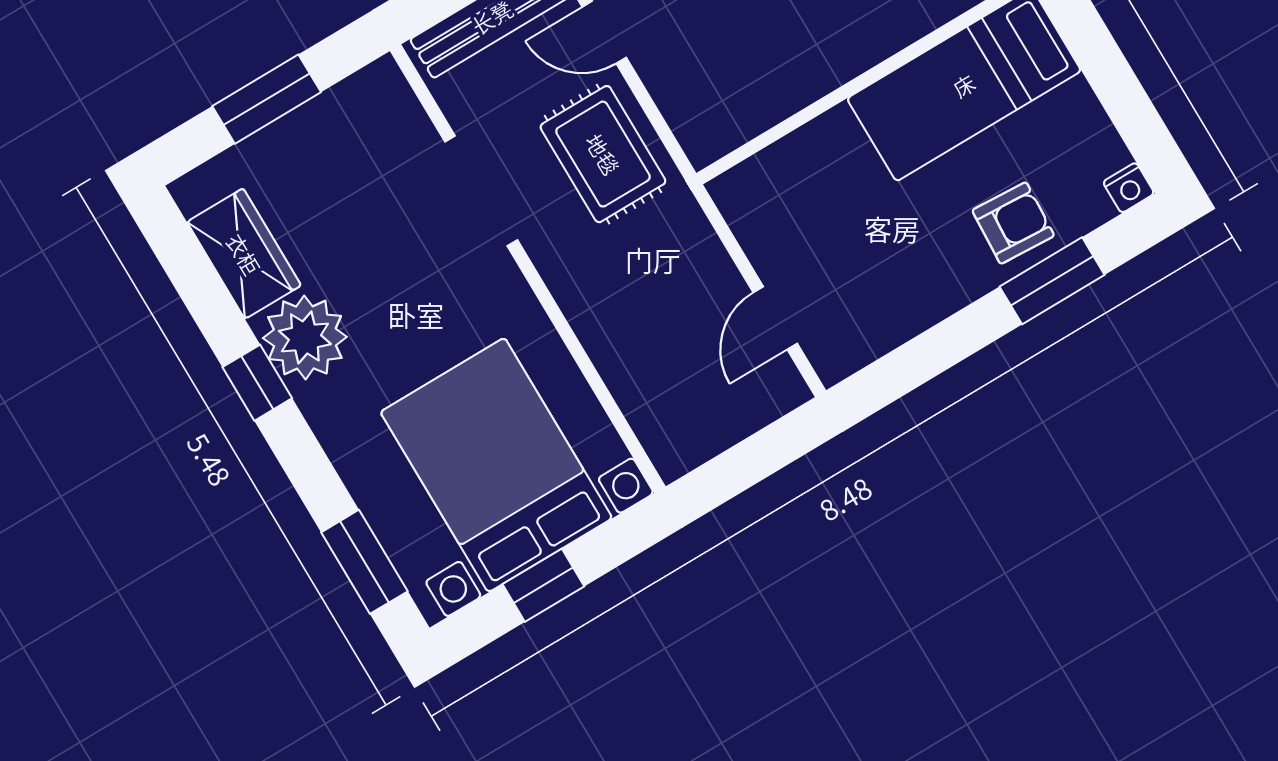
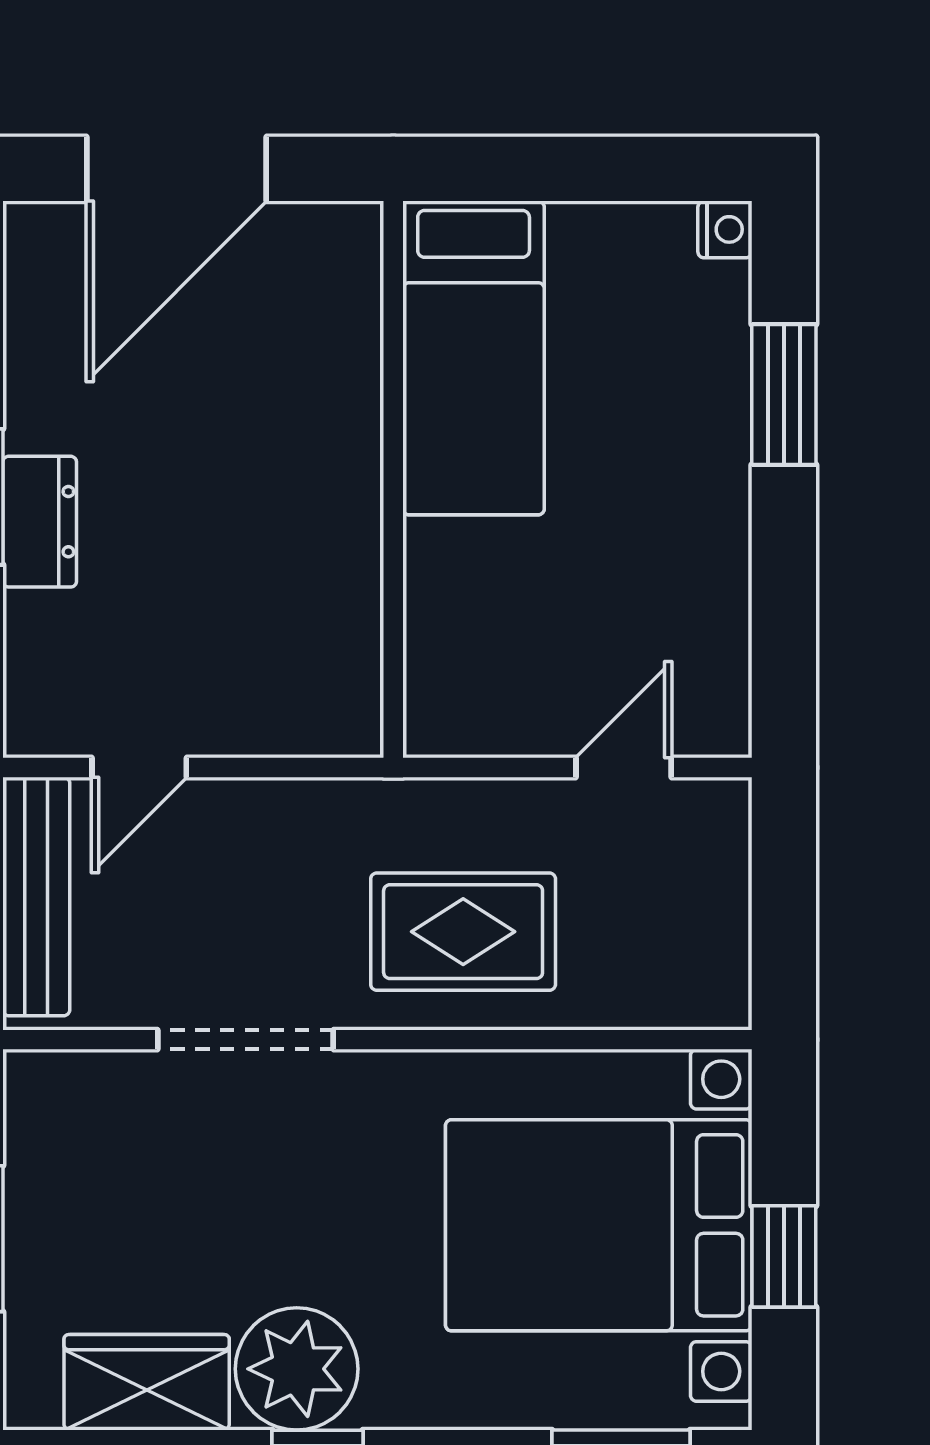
rug: (603, 154) -> (463, 932), moved
armchair: (1013, 223) -> (683, 400), removed
door: (775, 318) -> (624, 768), swing flipped

